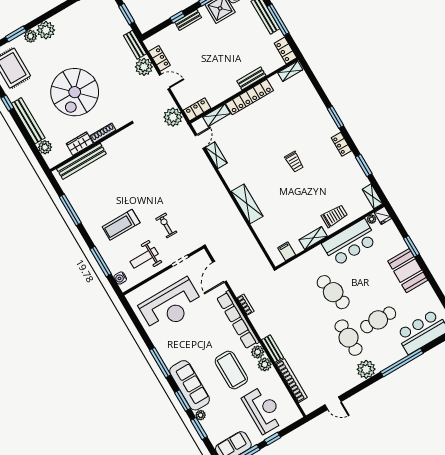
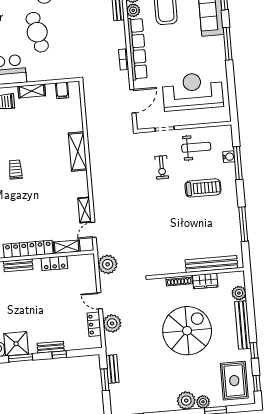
bench: (135, 45) -> (112, 369), moved
locker: (197, 109) -> (54, 263), moved
water cooler: (120, 278) -> (229, 157), moved

